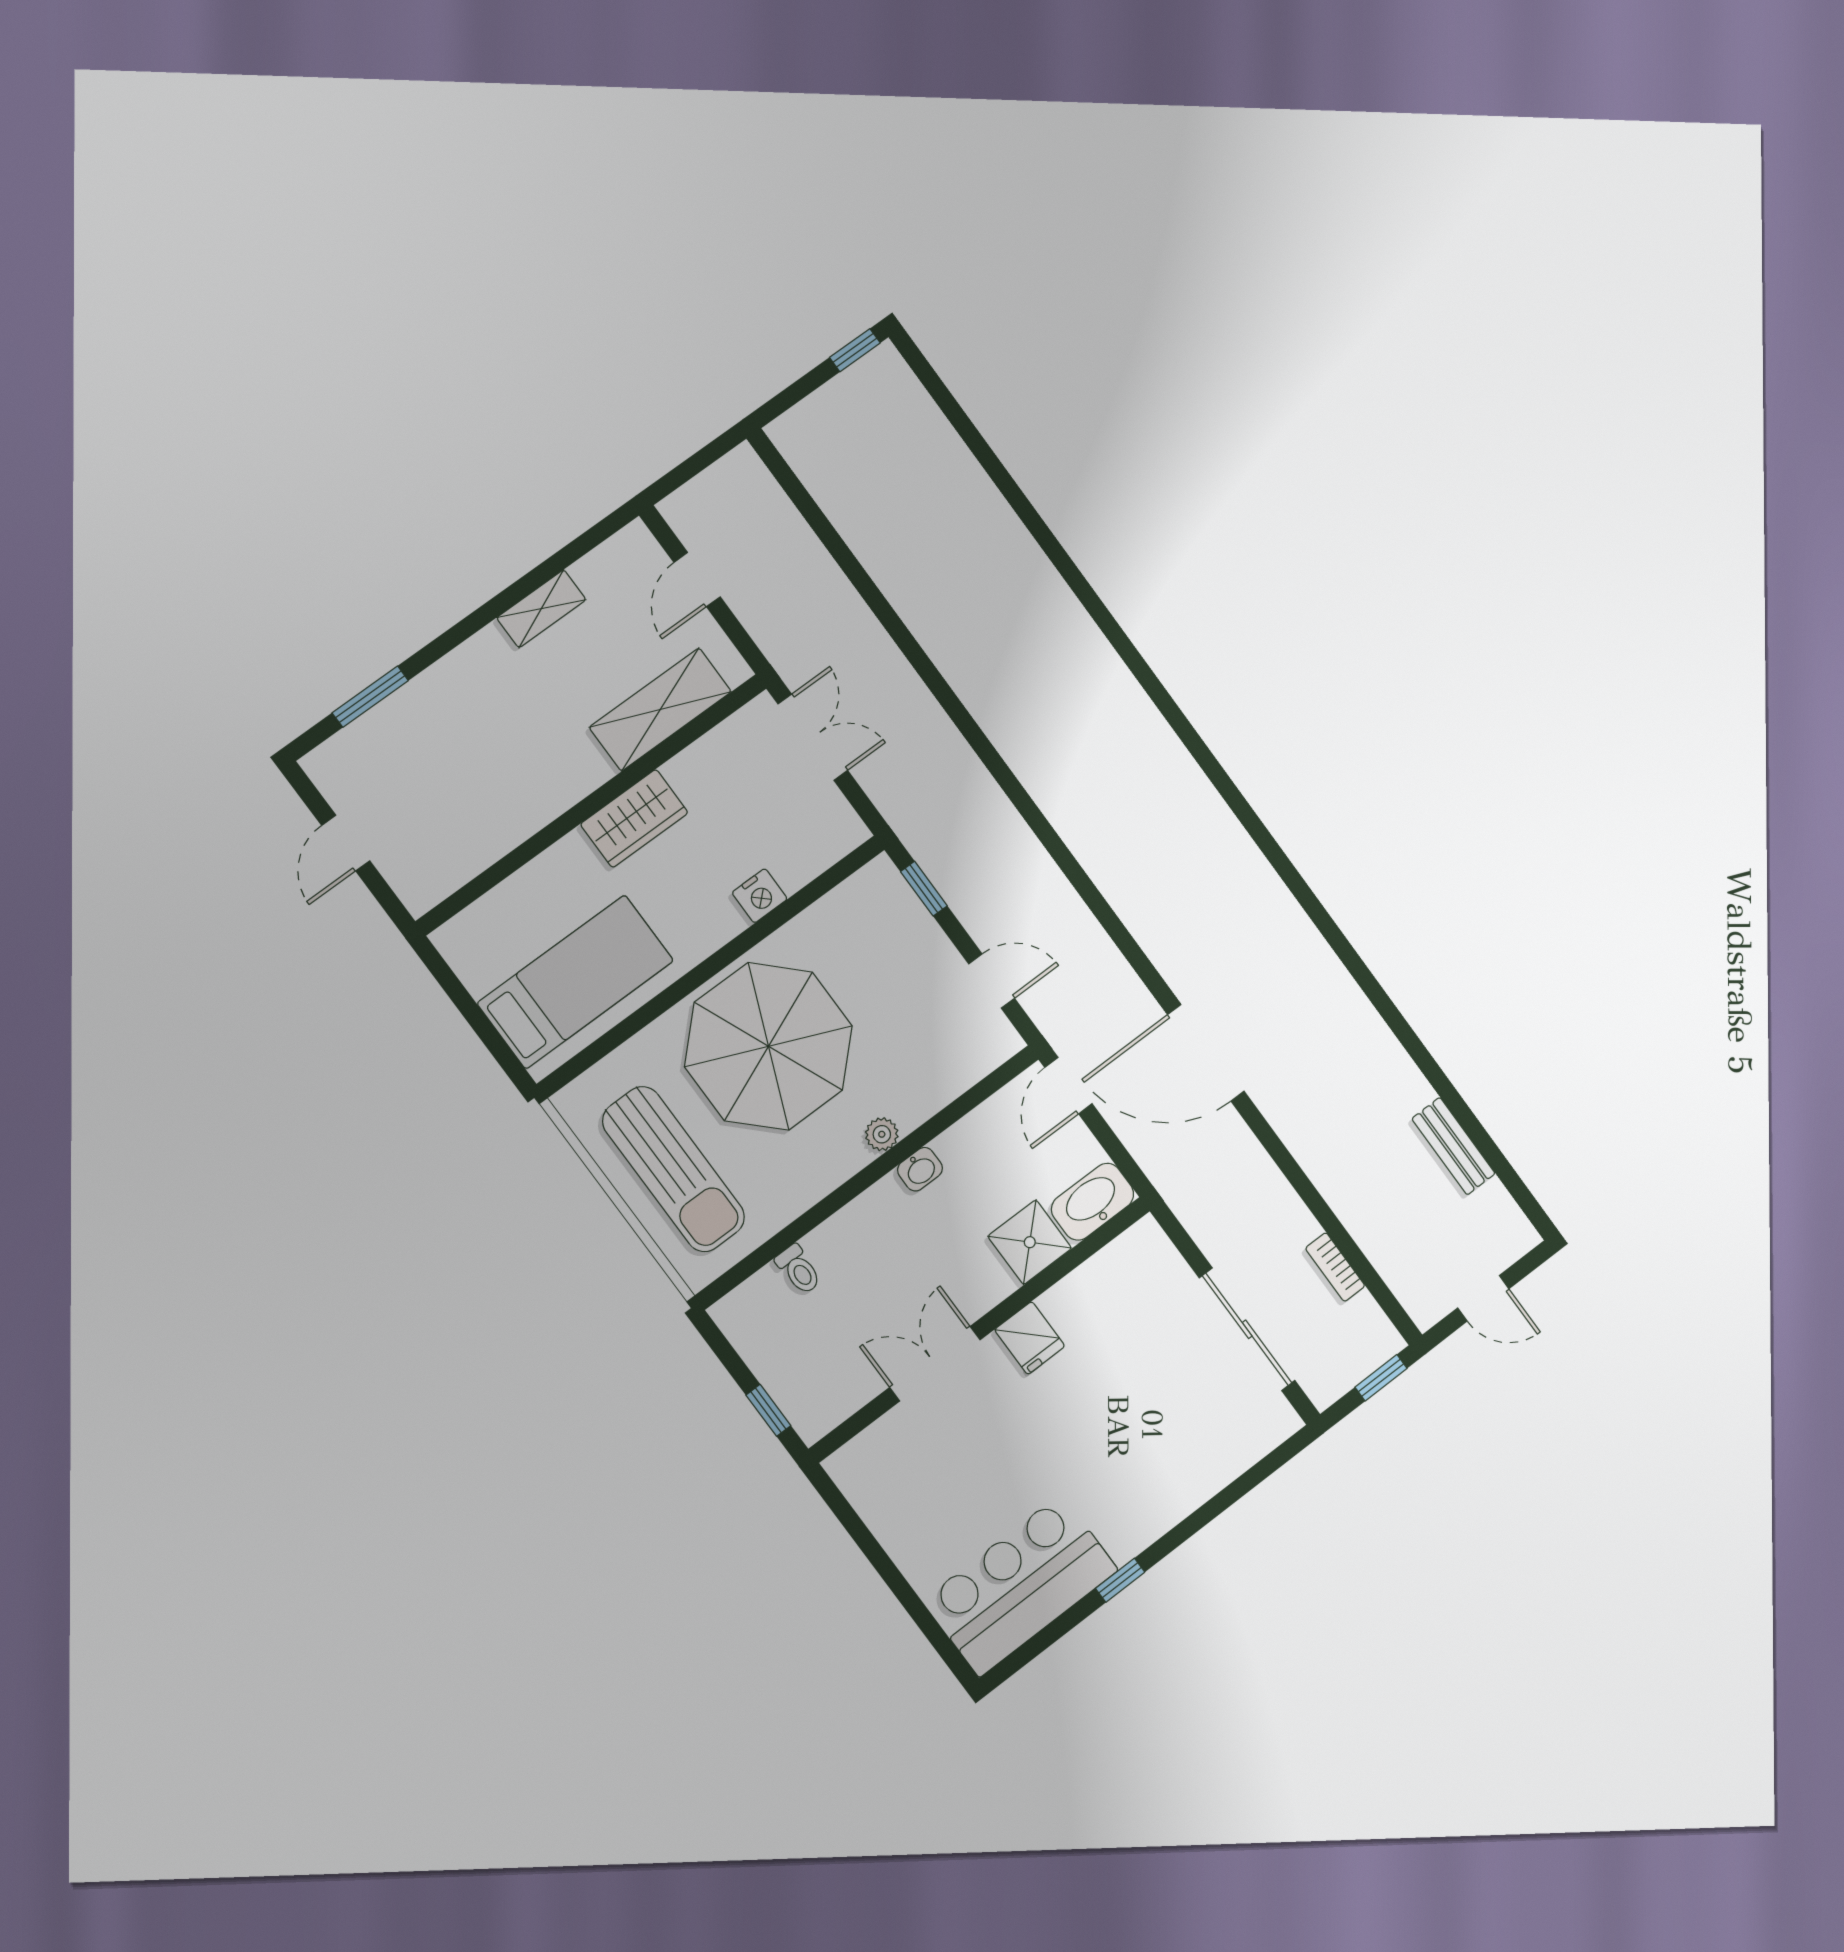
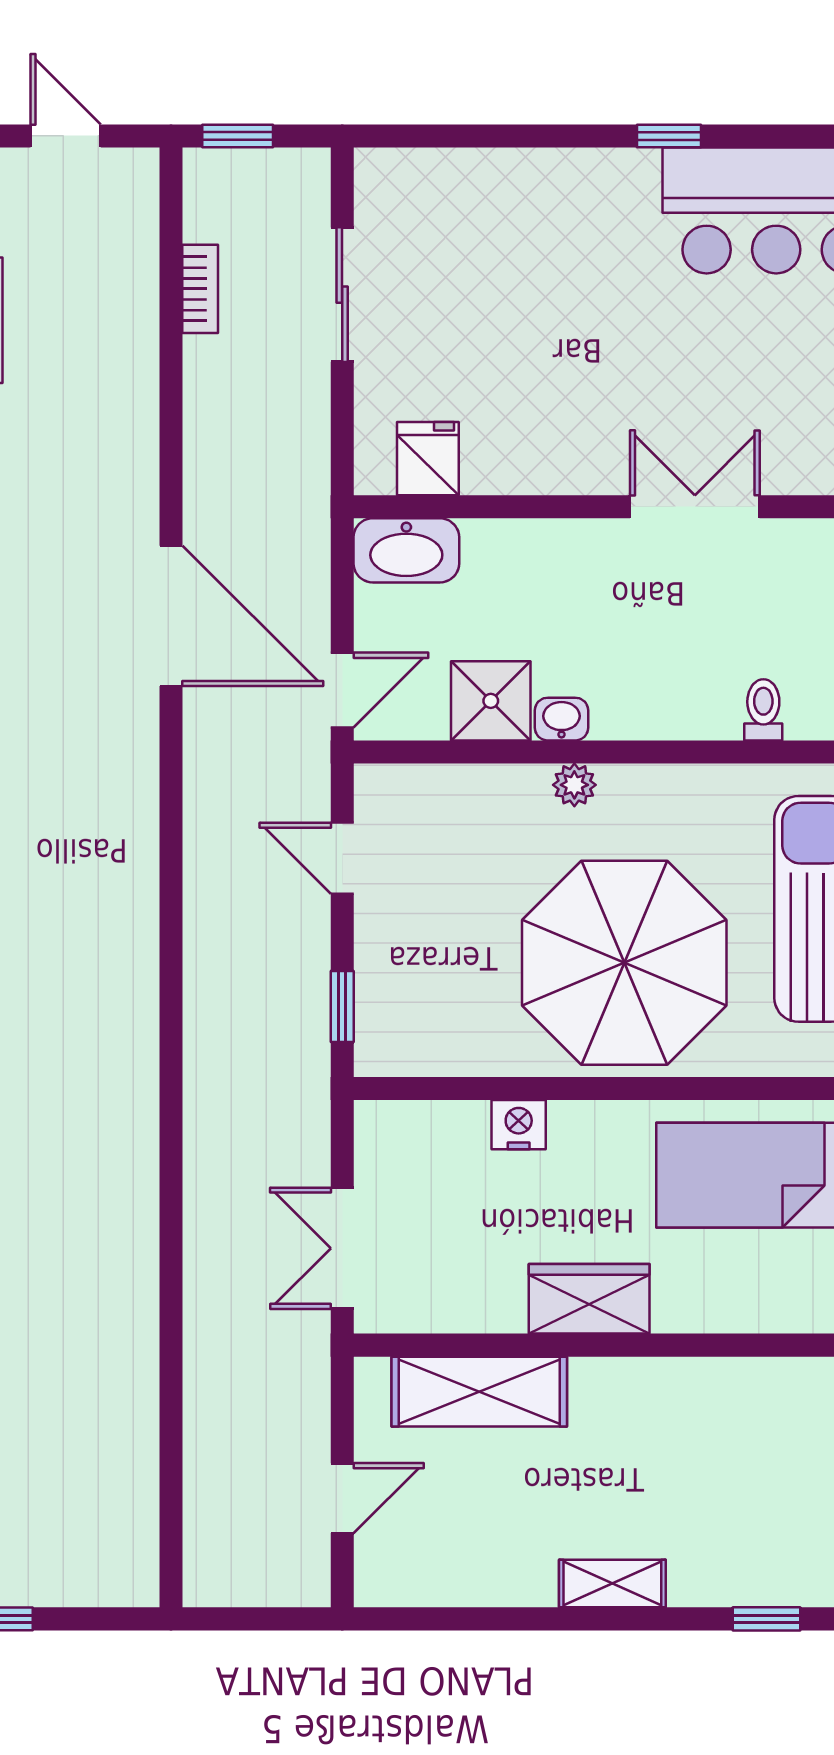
shelving: (541, 609) -> (612, 1583), moved
window: (370, 697) -> (766, 1619), width x0.67
shower: (1030, 1242) -> (491, 701), moved
sliding door: (1247, 1329) -> (342, 295), width x0.73
fridge: (1030, 1338) -> (428, 459), moved
double door: (935, 1364) -> (695, 507), swing flipped

